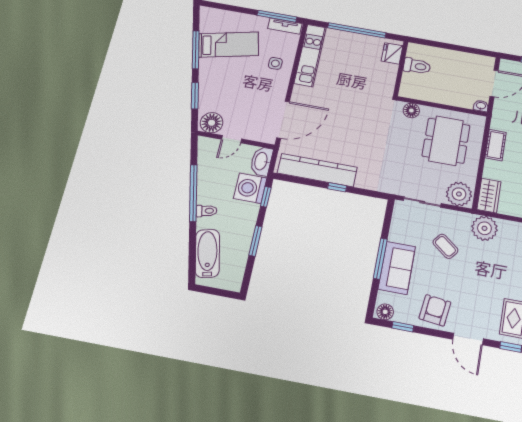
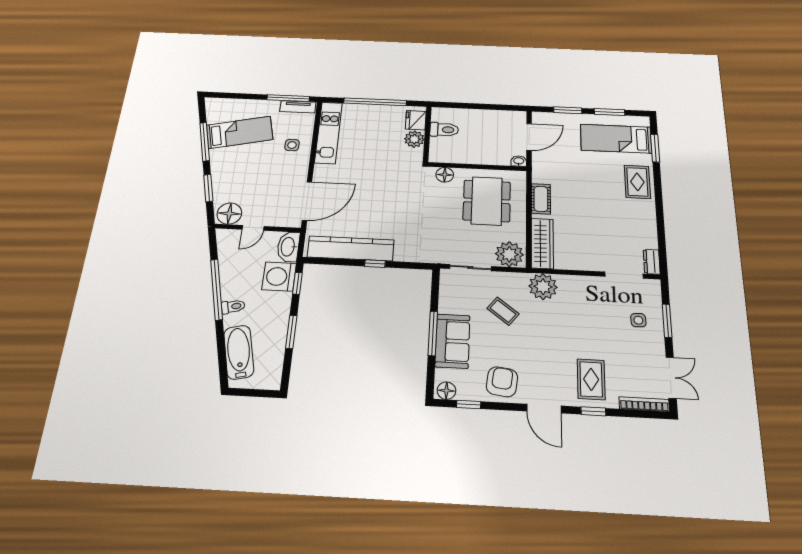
plant: (388, 72) -> (414, 139), added
wardrobe: (489, 196) -> (542, 243), width x1.50

